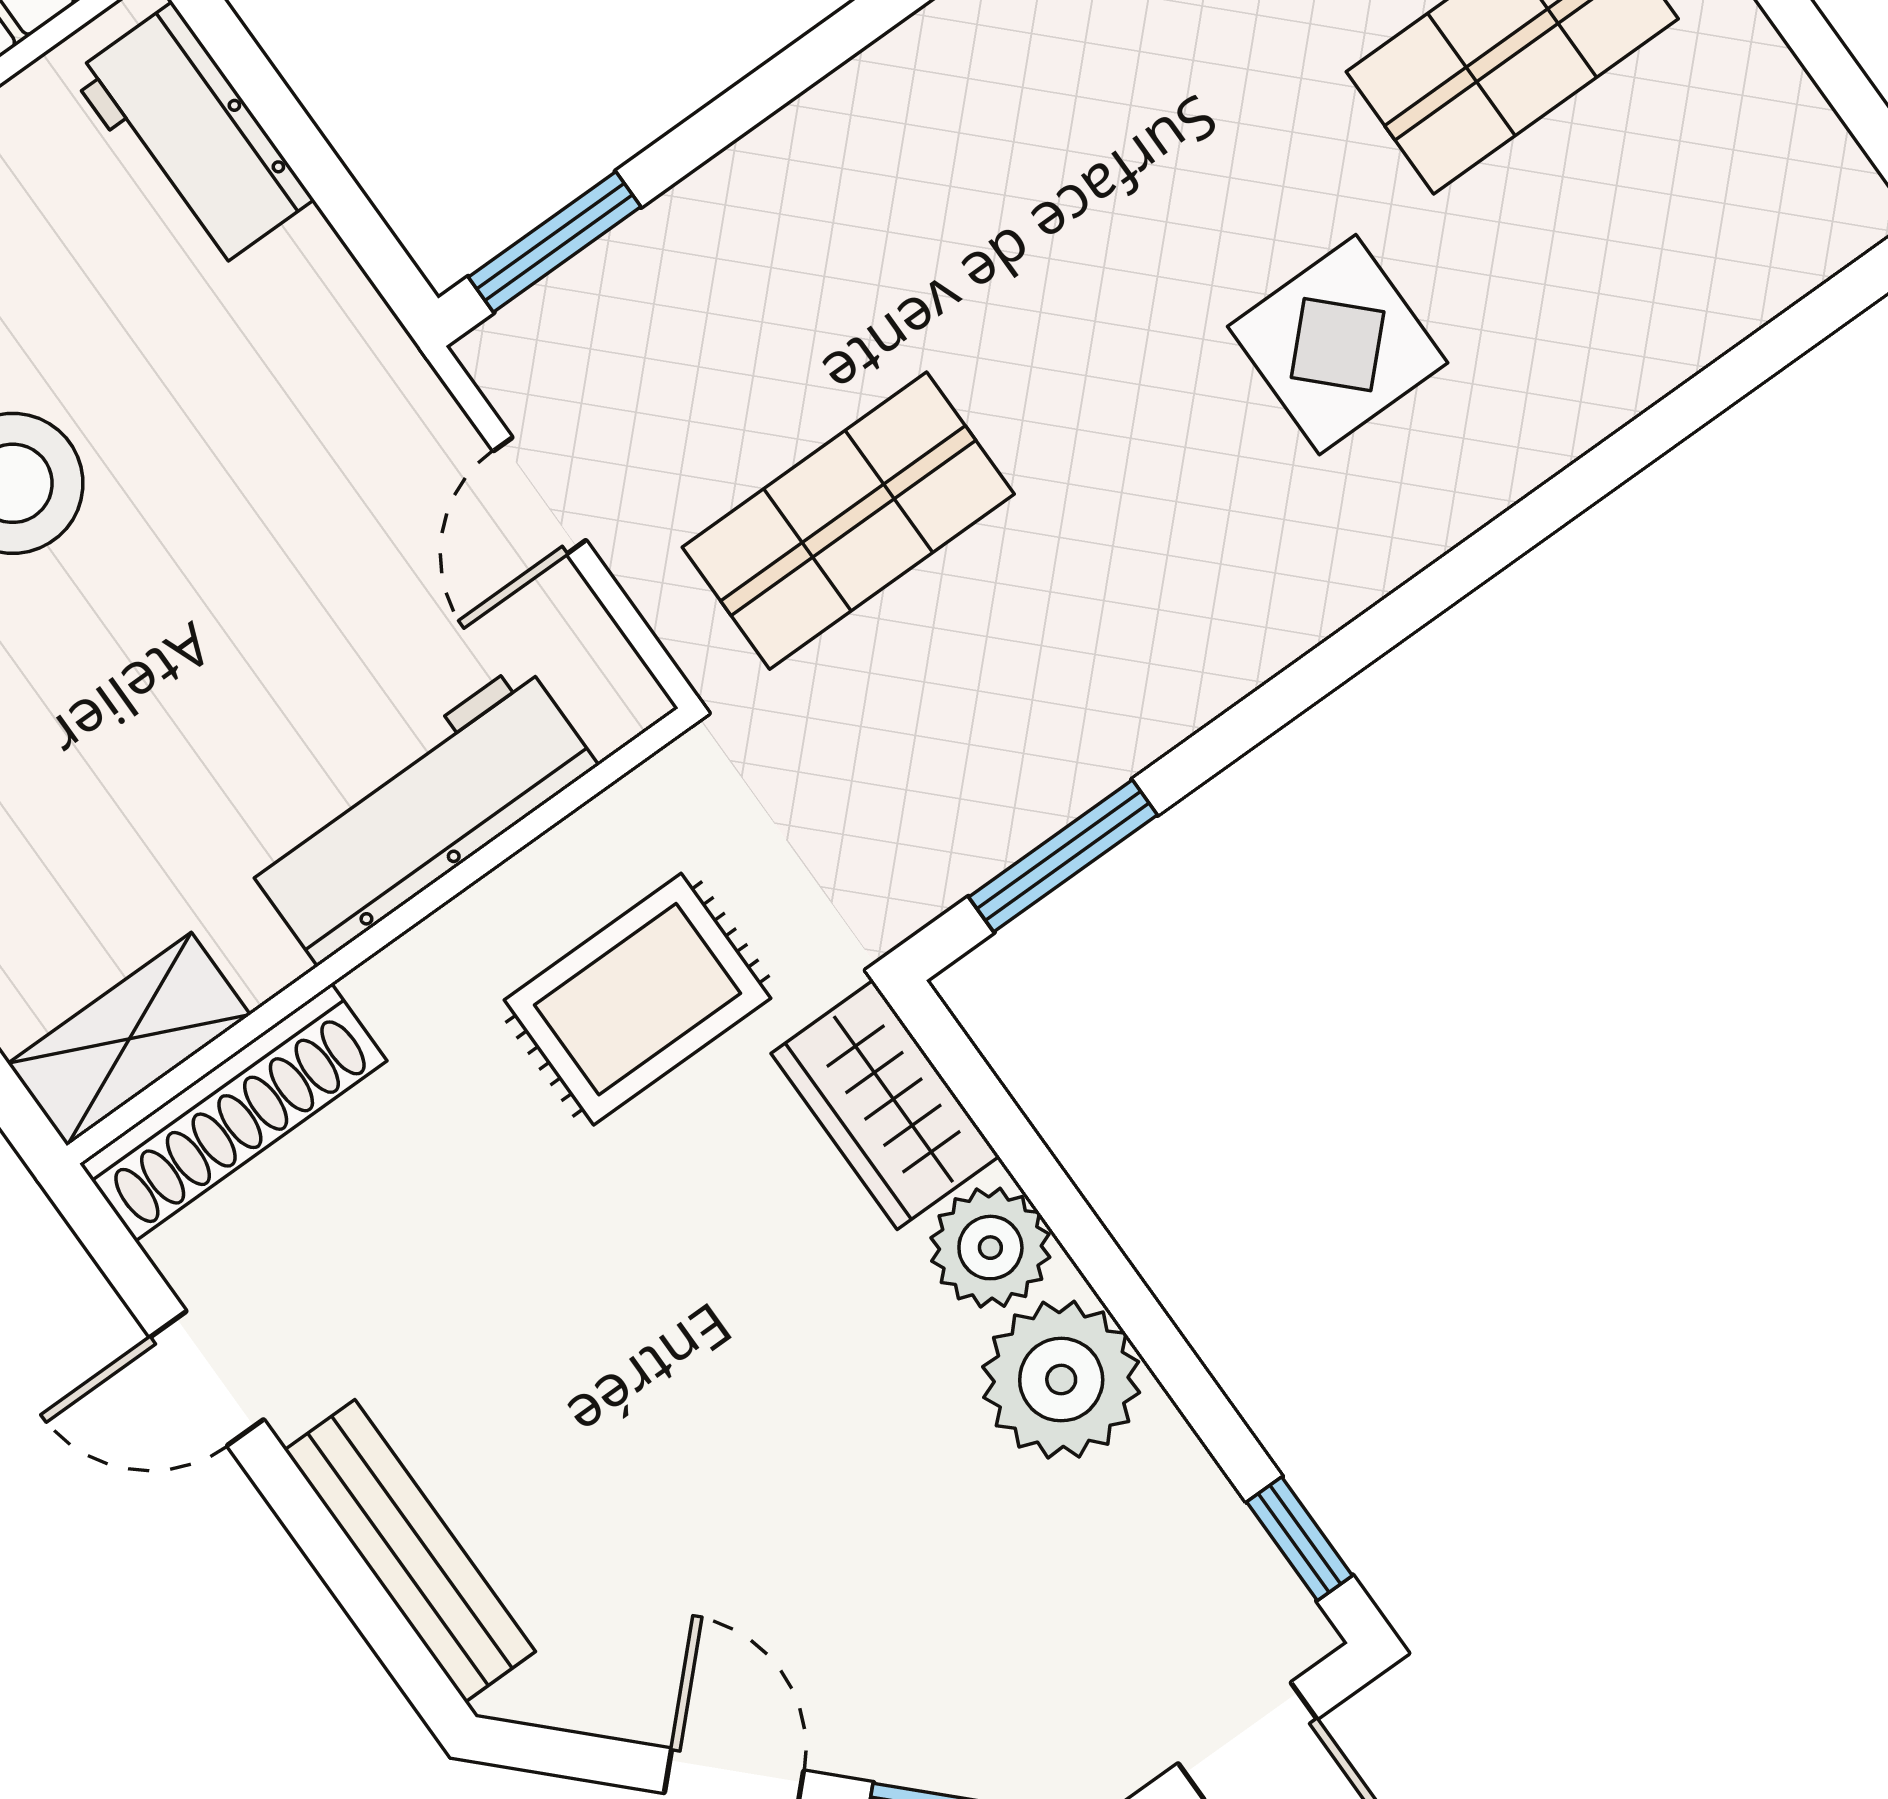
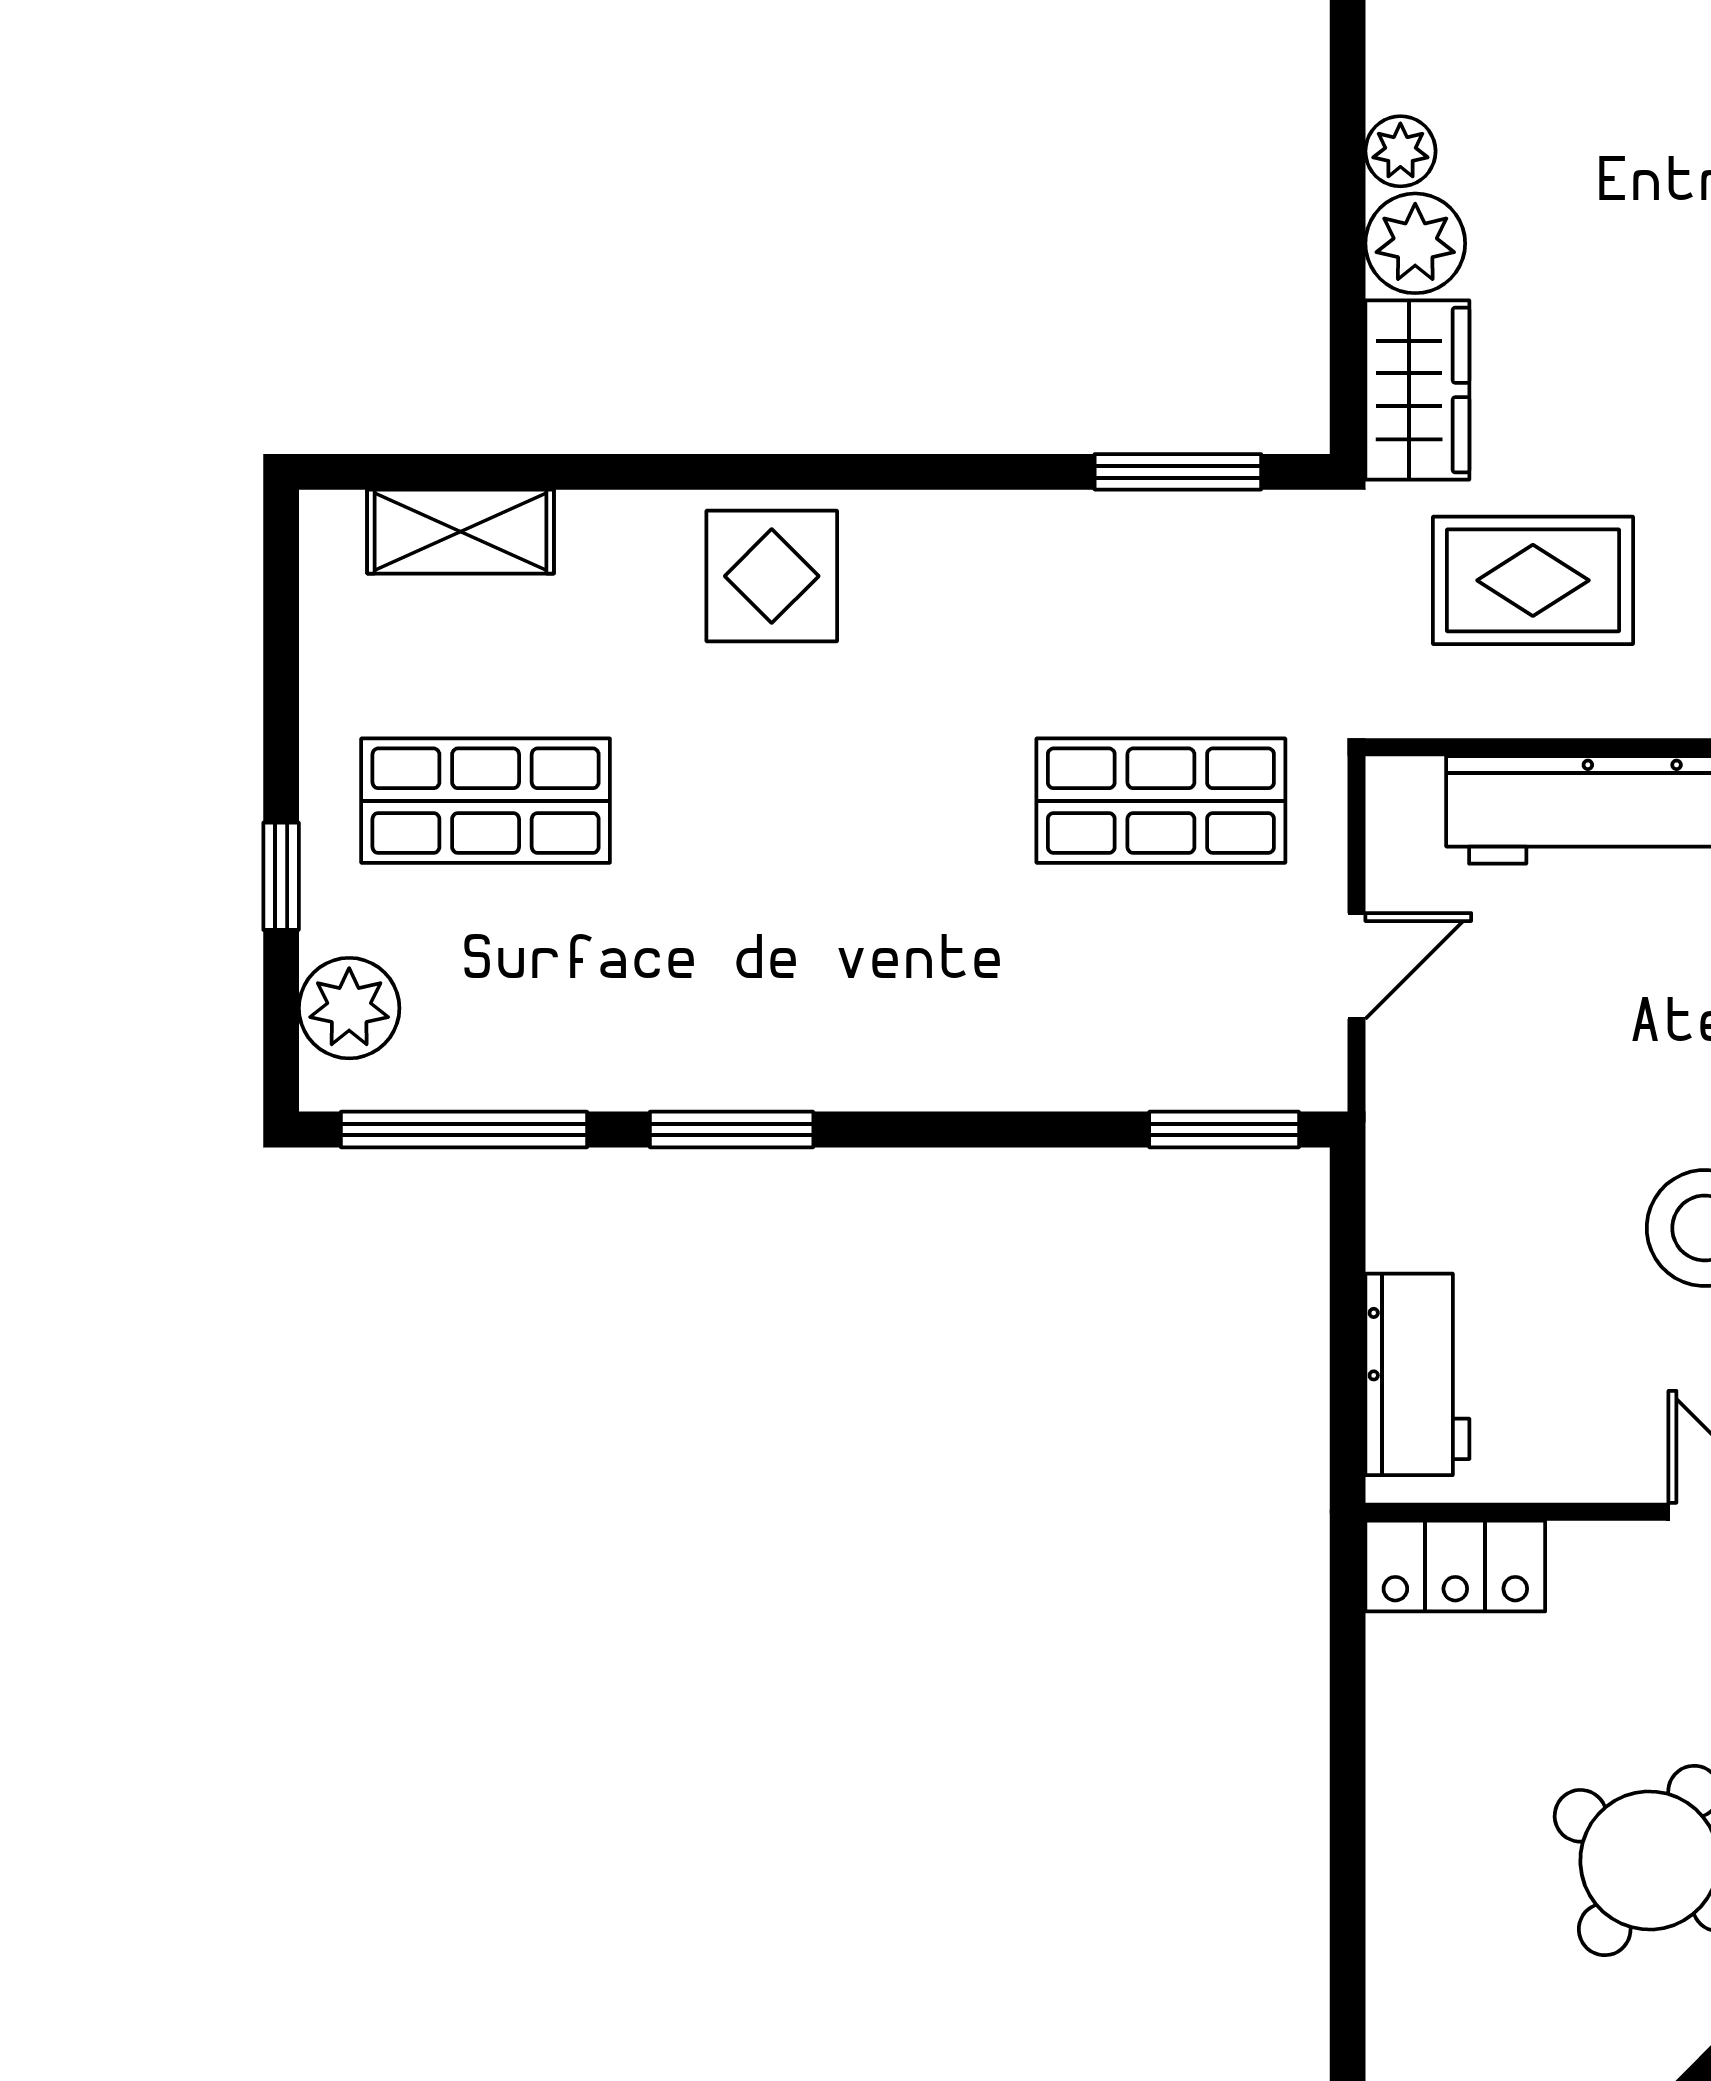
shelving: (1726, 292) -> (461, 532), added
display table: (1338, 345) -> (772, 576), moved
plant: (1061, 1380) -> (1400, 151), width x0.53, depth x0.53

